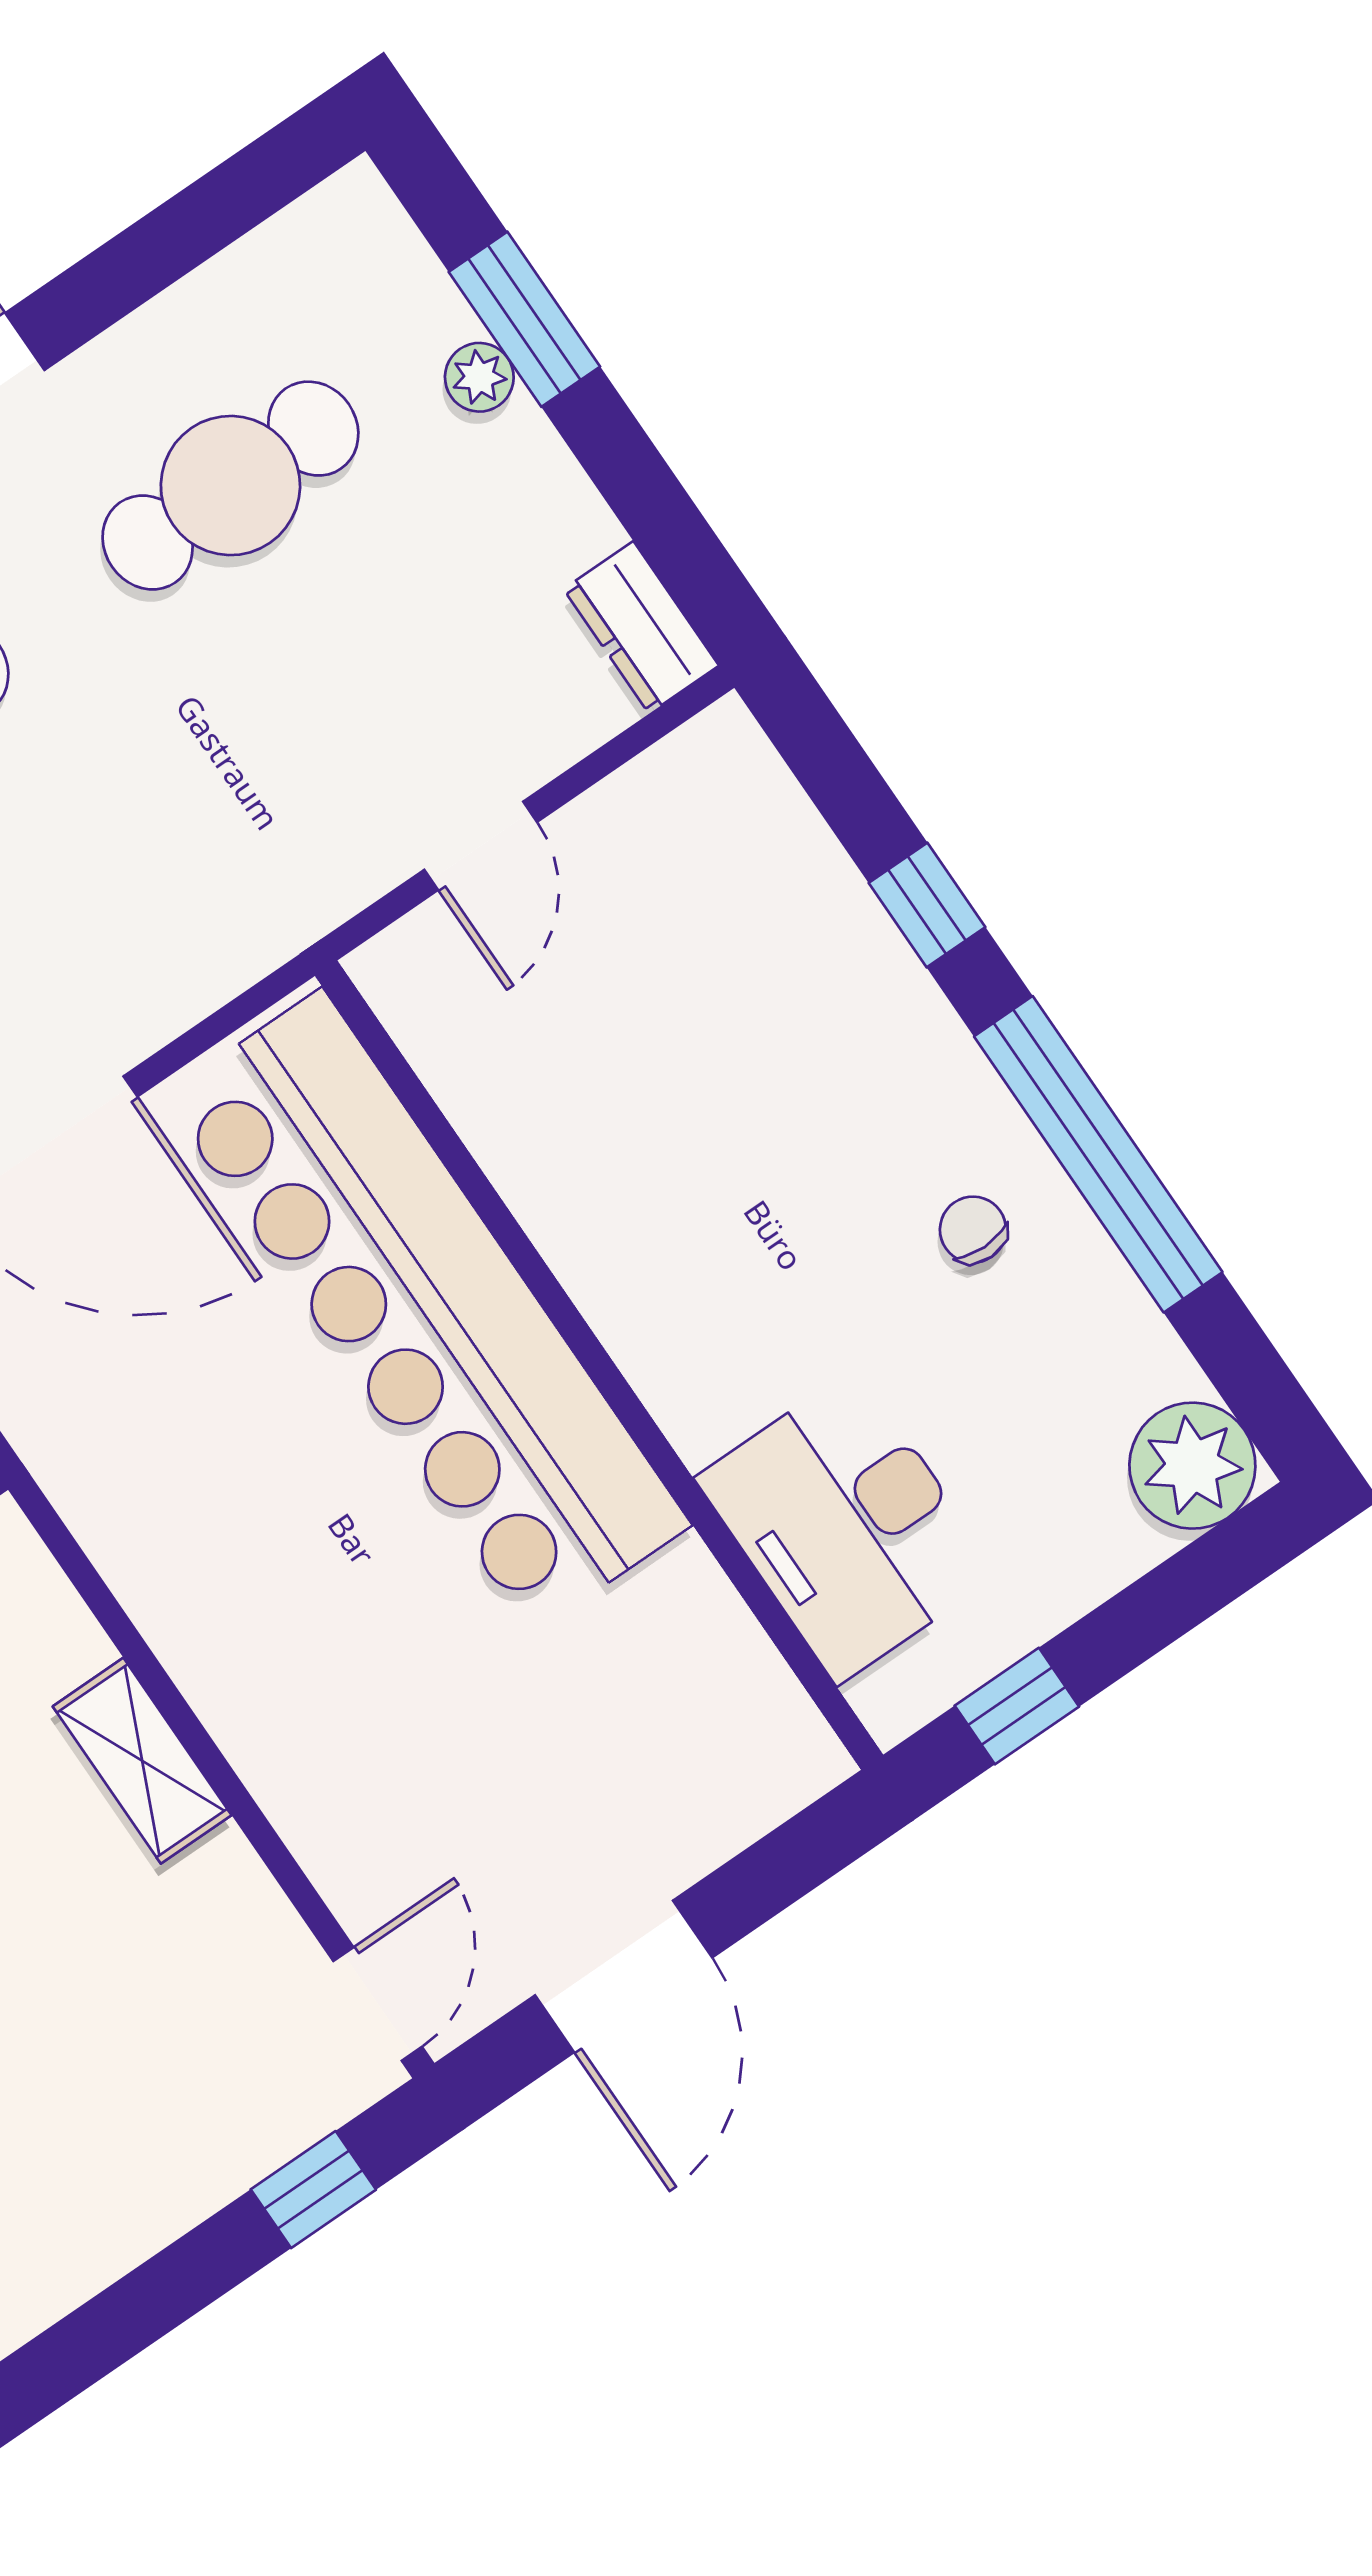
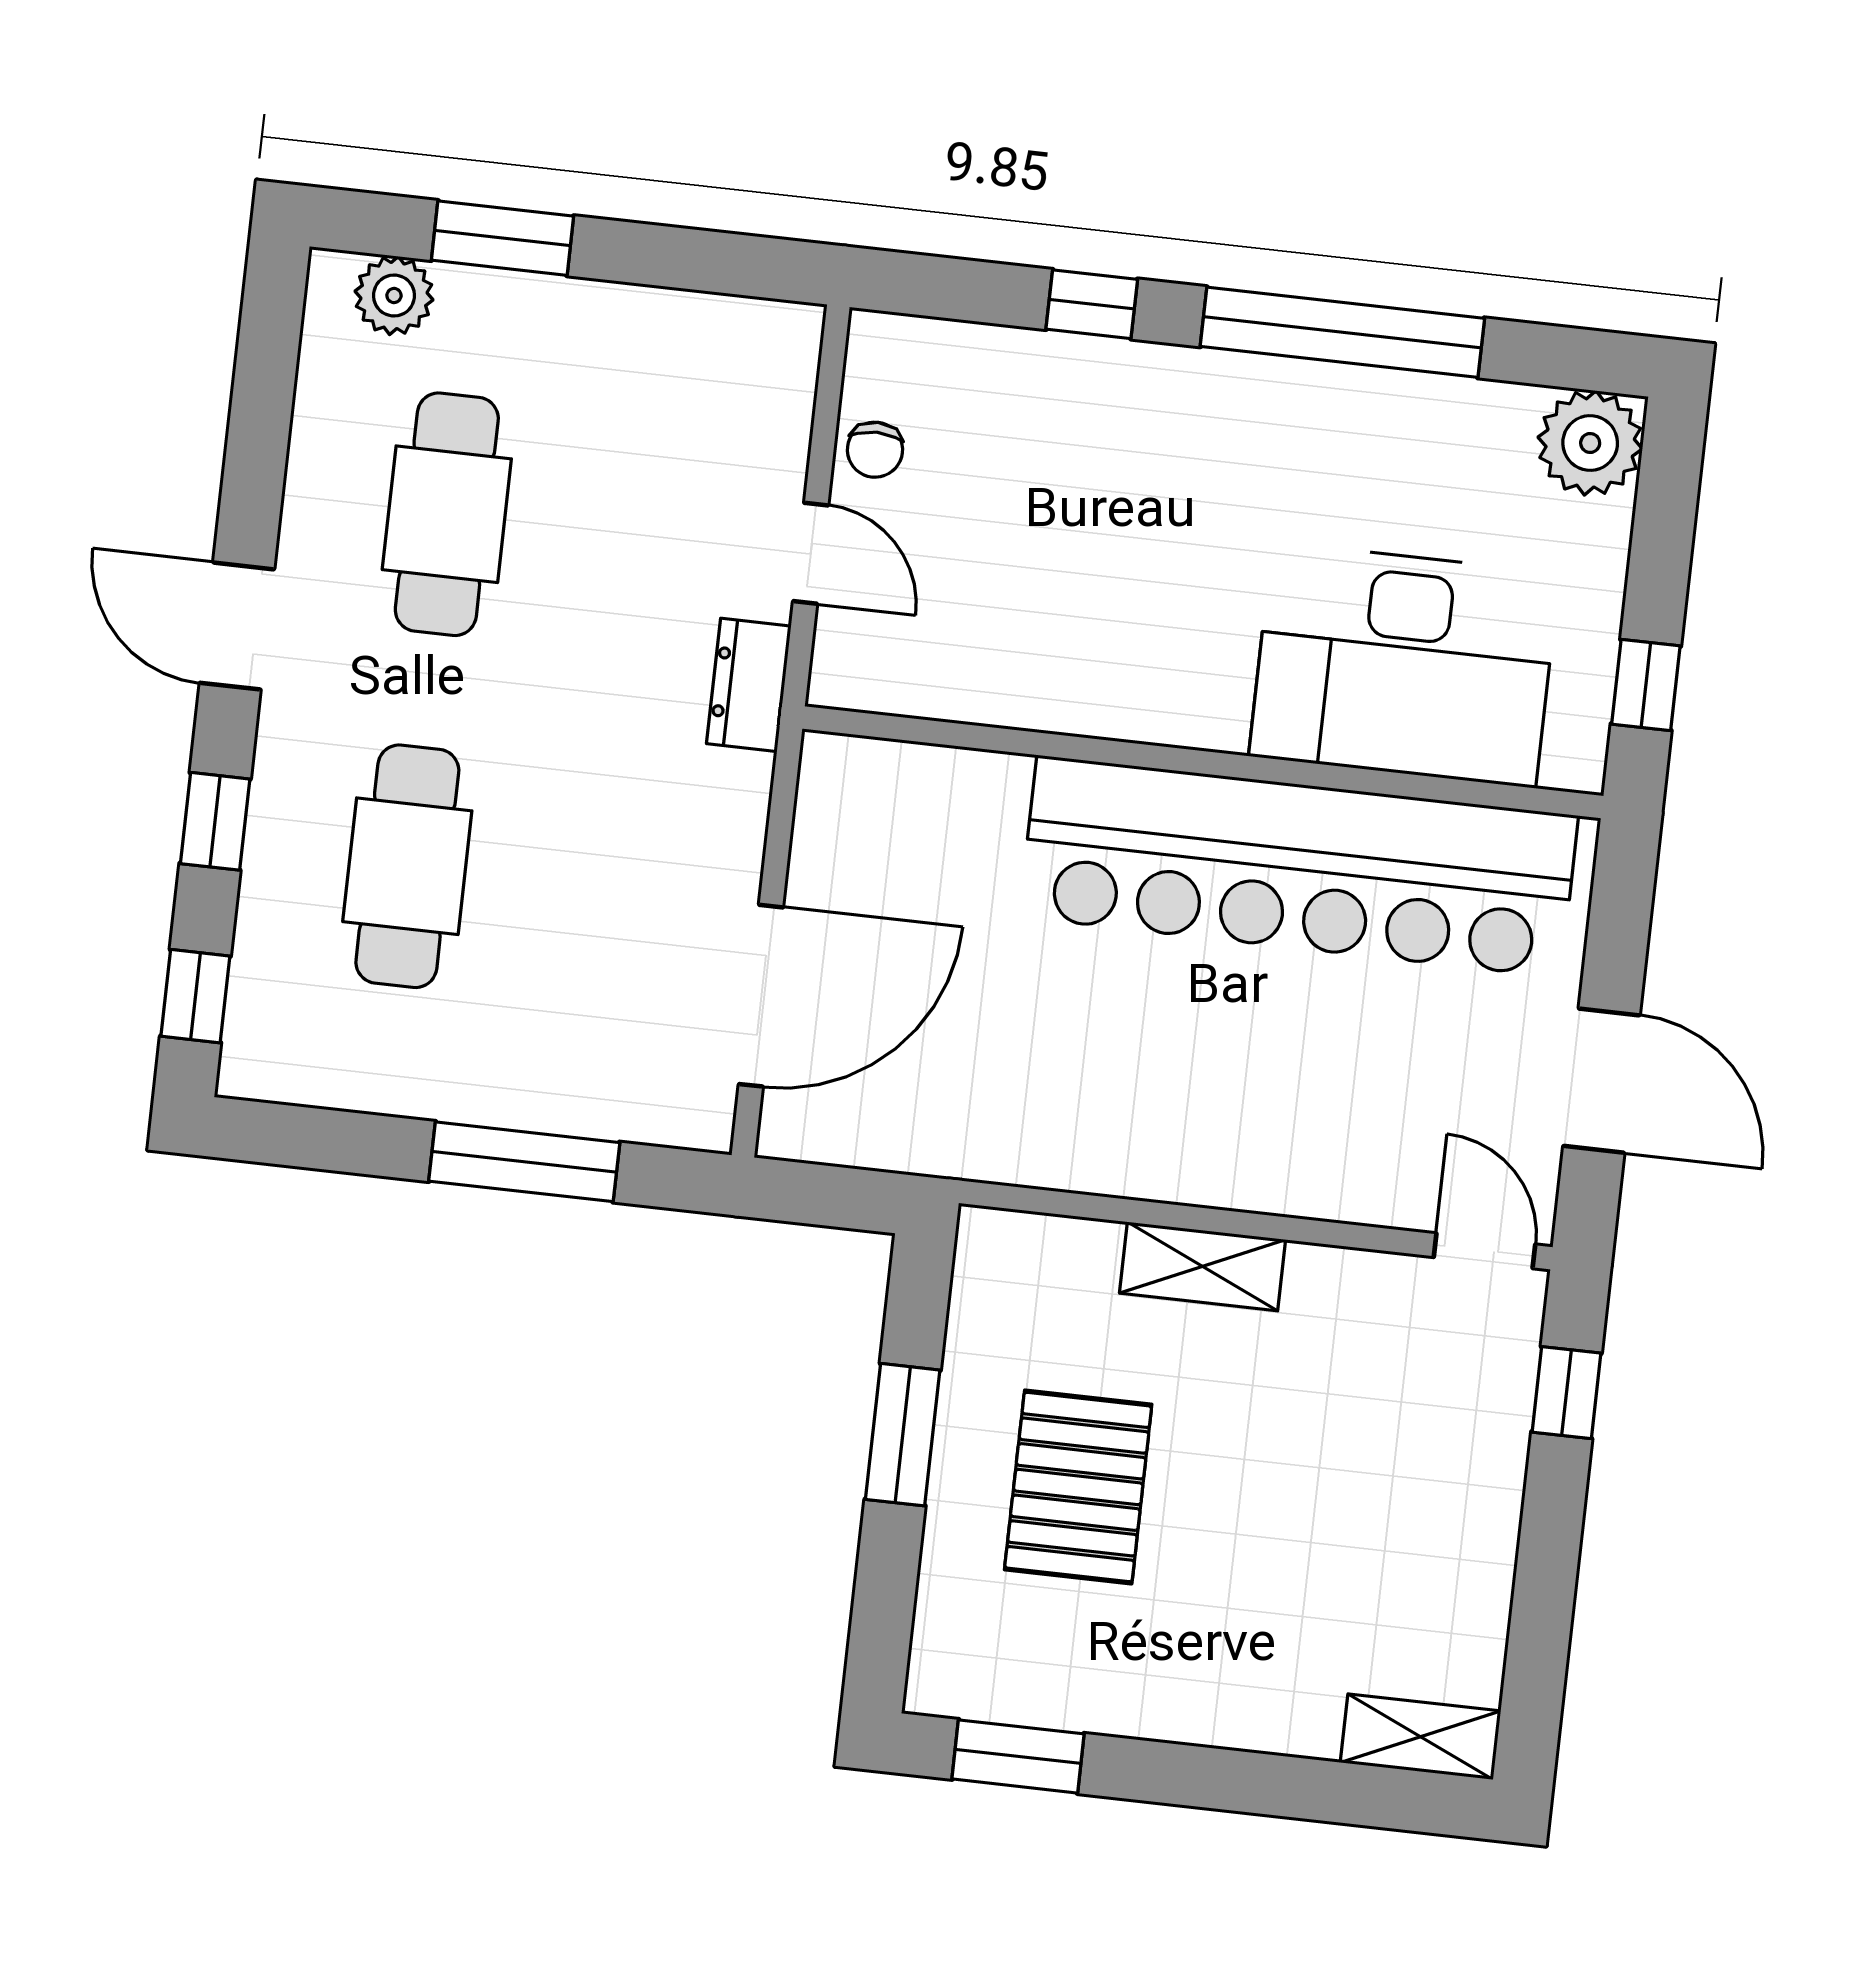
plant: (479, 377) -> (394, 296), moved, width x1.38, depth x1.38
dresser: (641, 627) -> (749, 685), moved, turned 90
chair: (973, 1230) -> (875, 450), moved, turned -90
bar counter: (427, 1311) -> (1299, 866), moved
desk: (847, 1526) -> (1404, 665), width x1.36, depth x1.30

